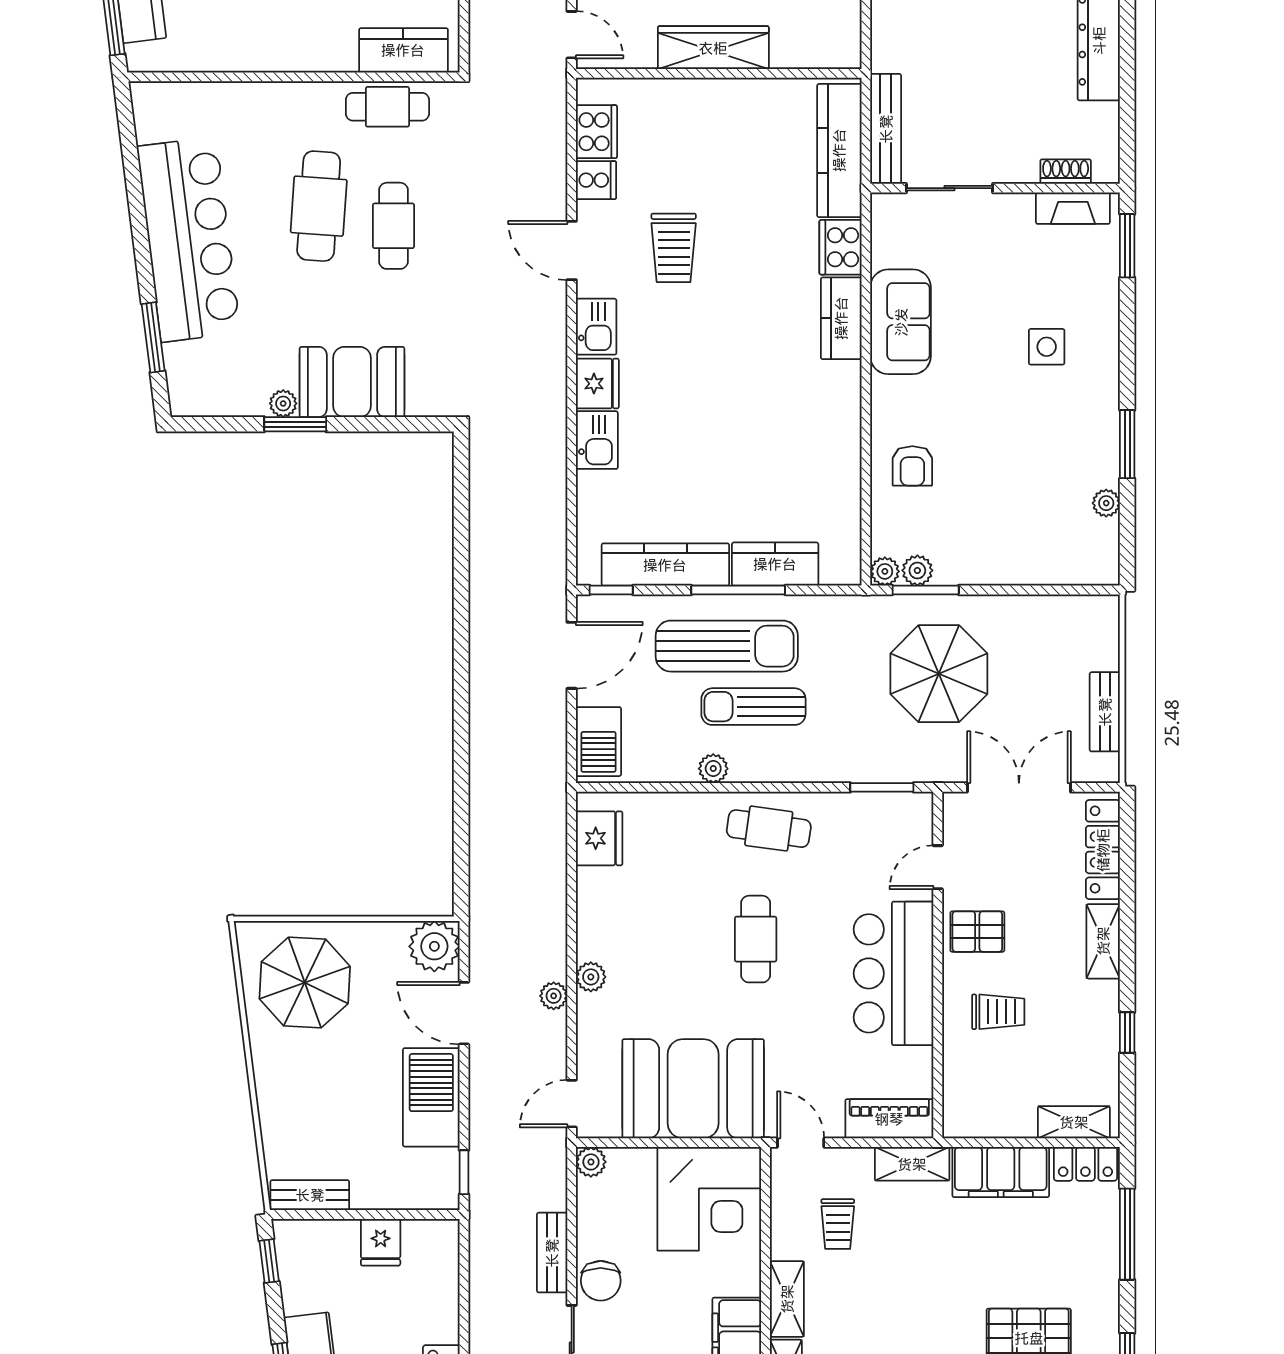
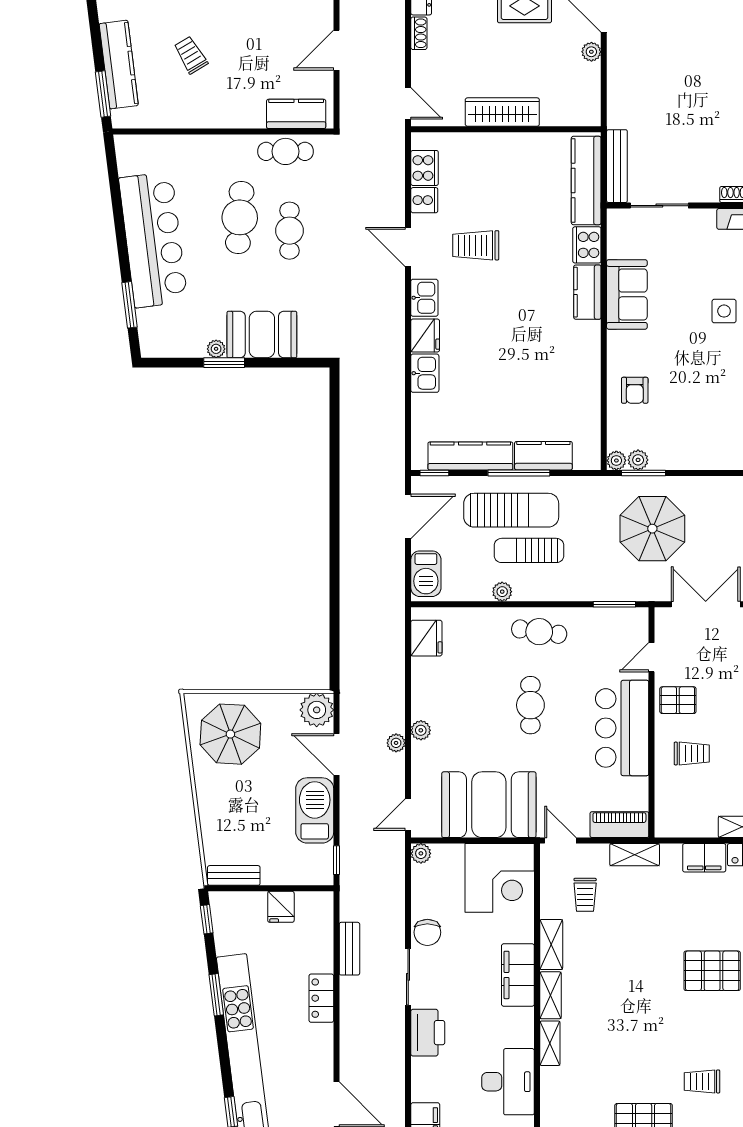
trolley: (674, 248) -> (476, 245), turned 90
filing cabinet: (1001, 1172) -> (704, 858), width x0.67, depth x0.86
bench: (552, 1253) -> (349, 949), moved

